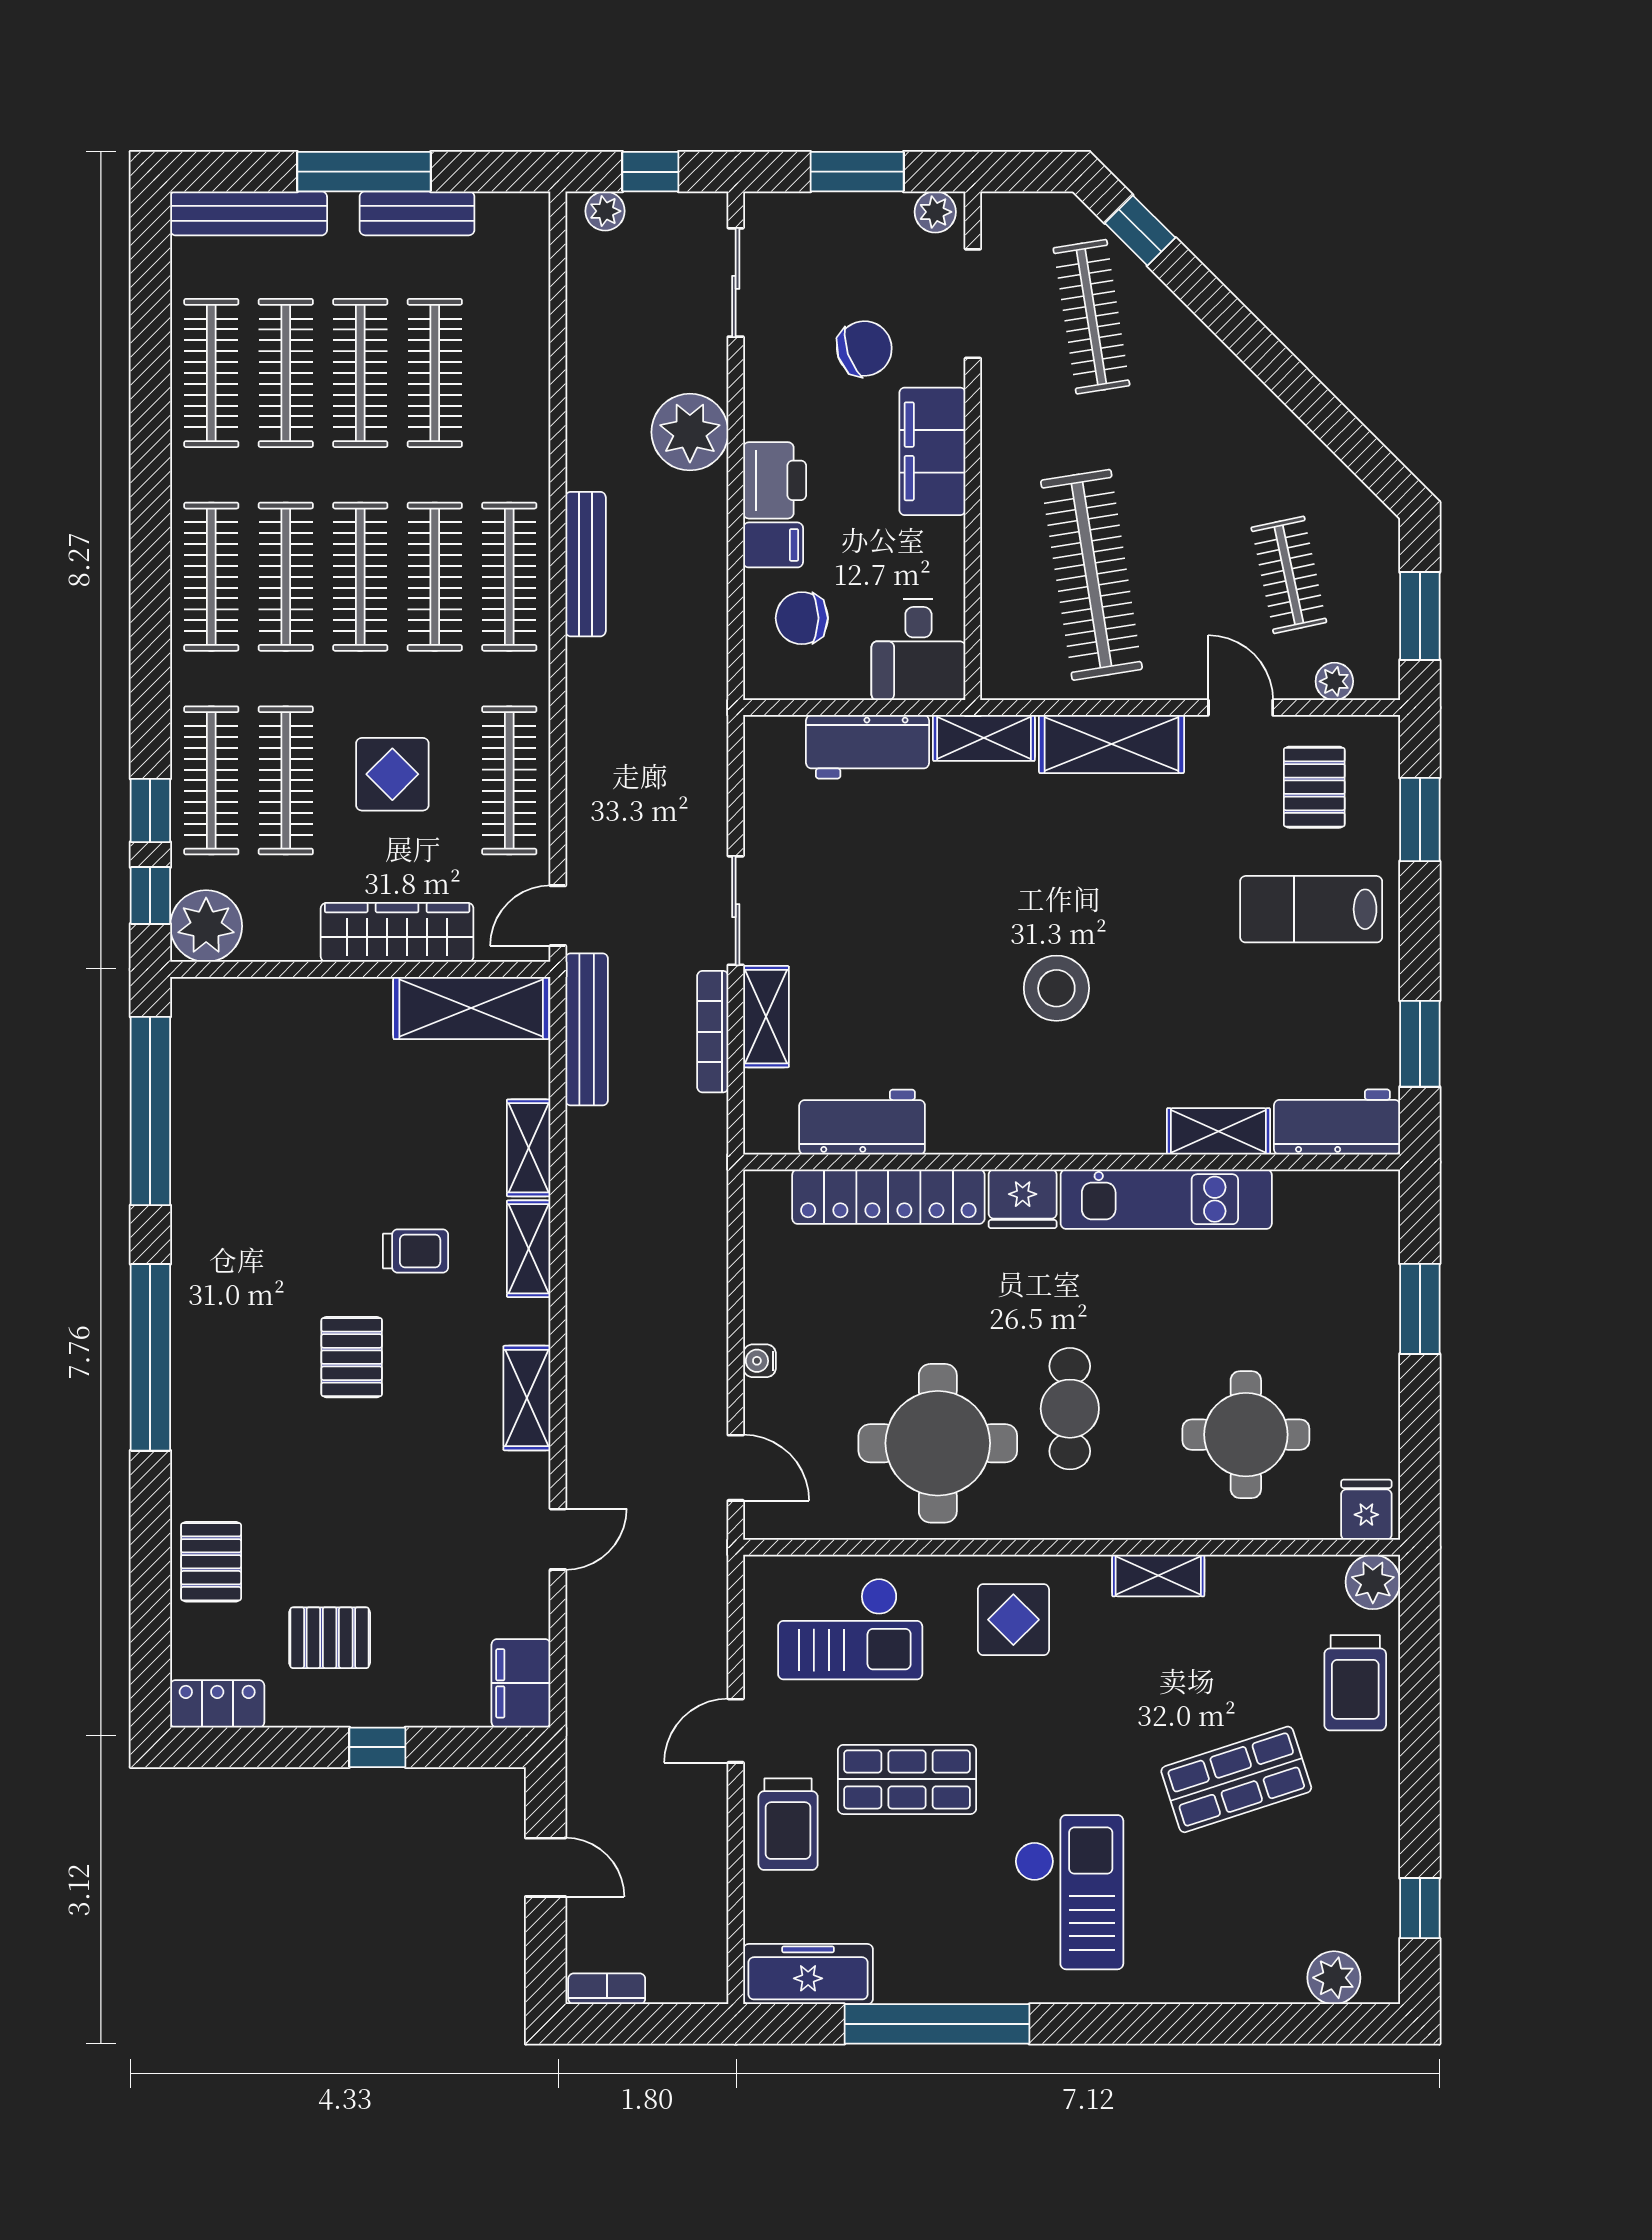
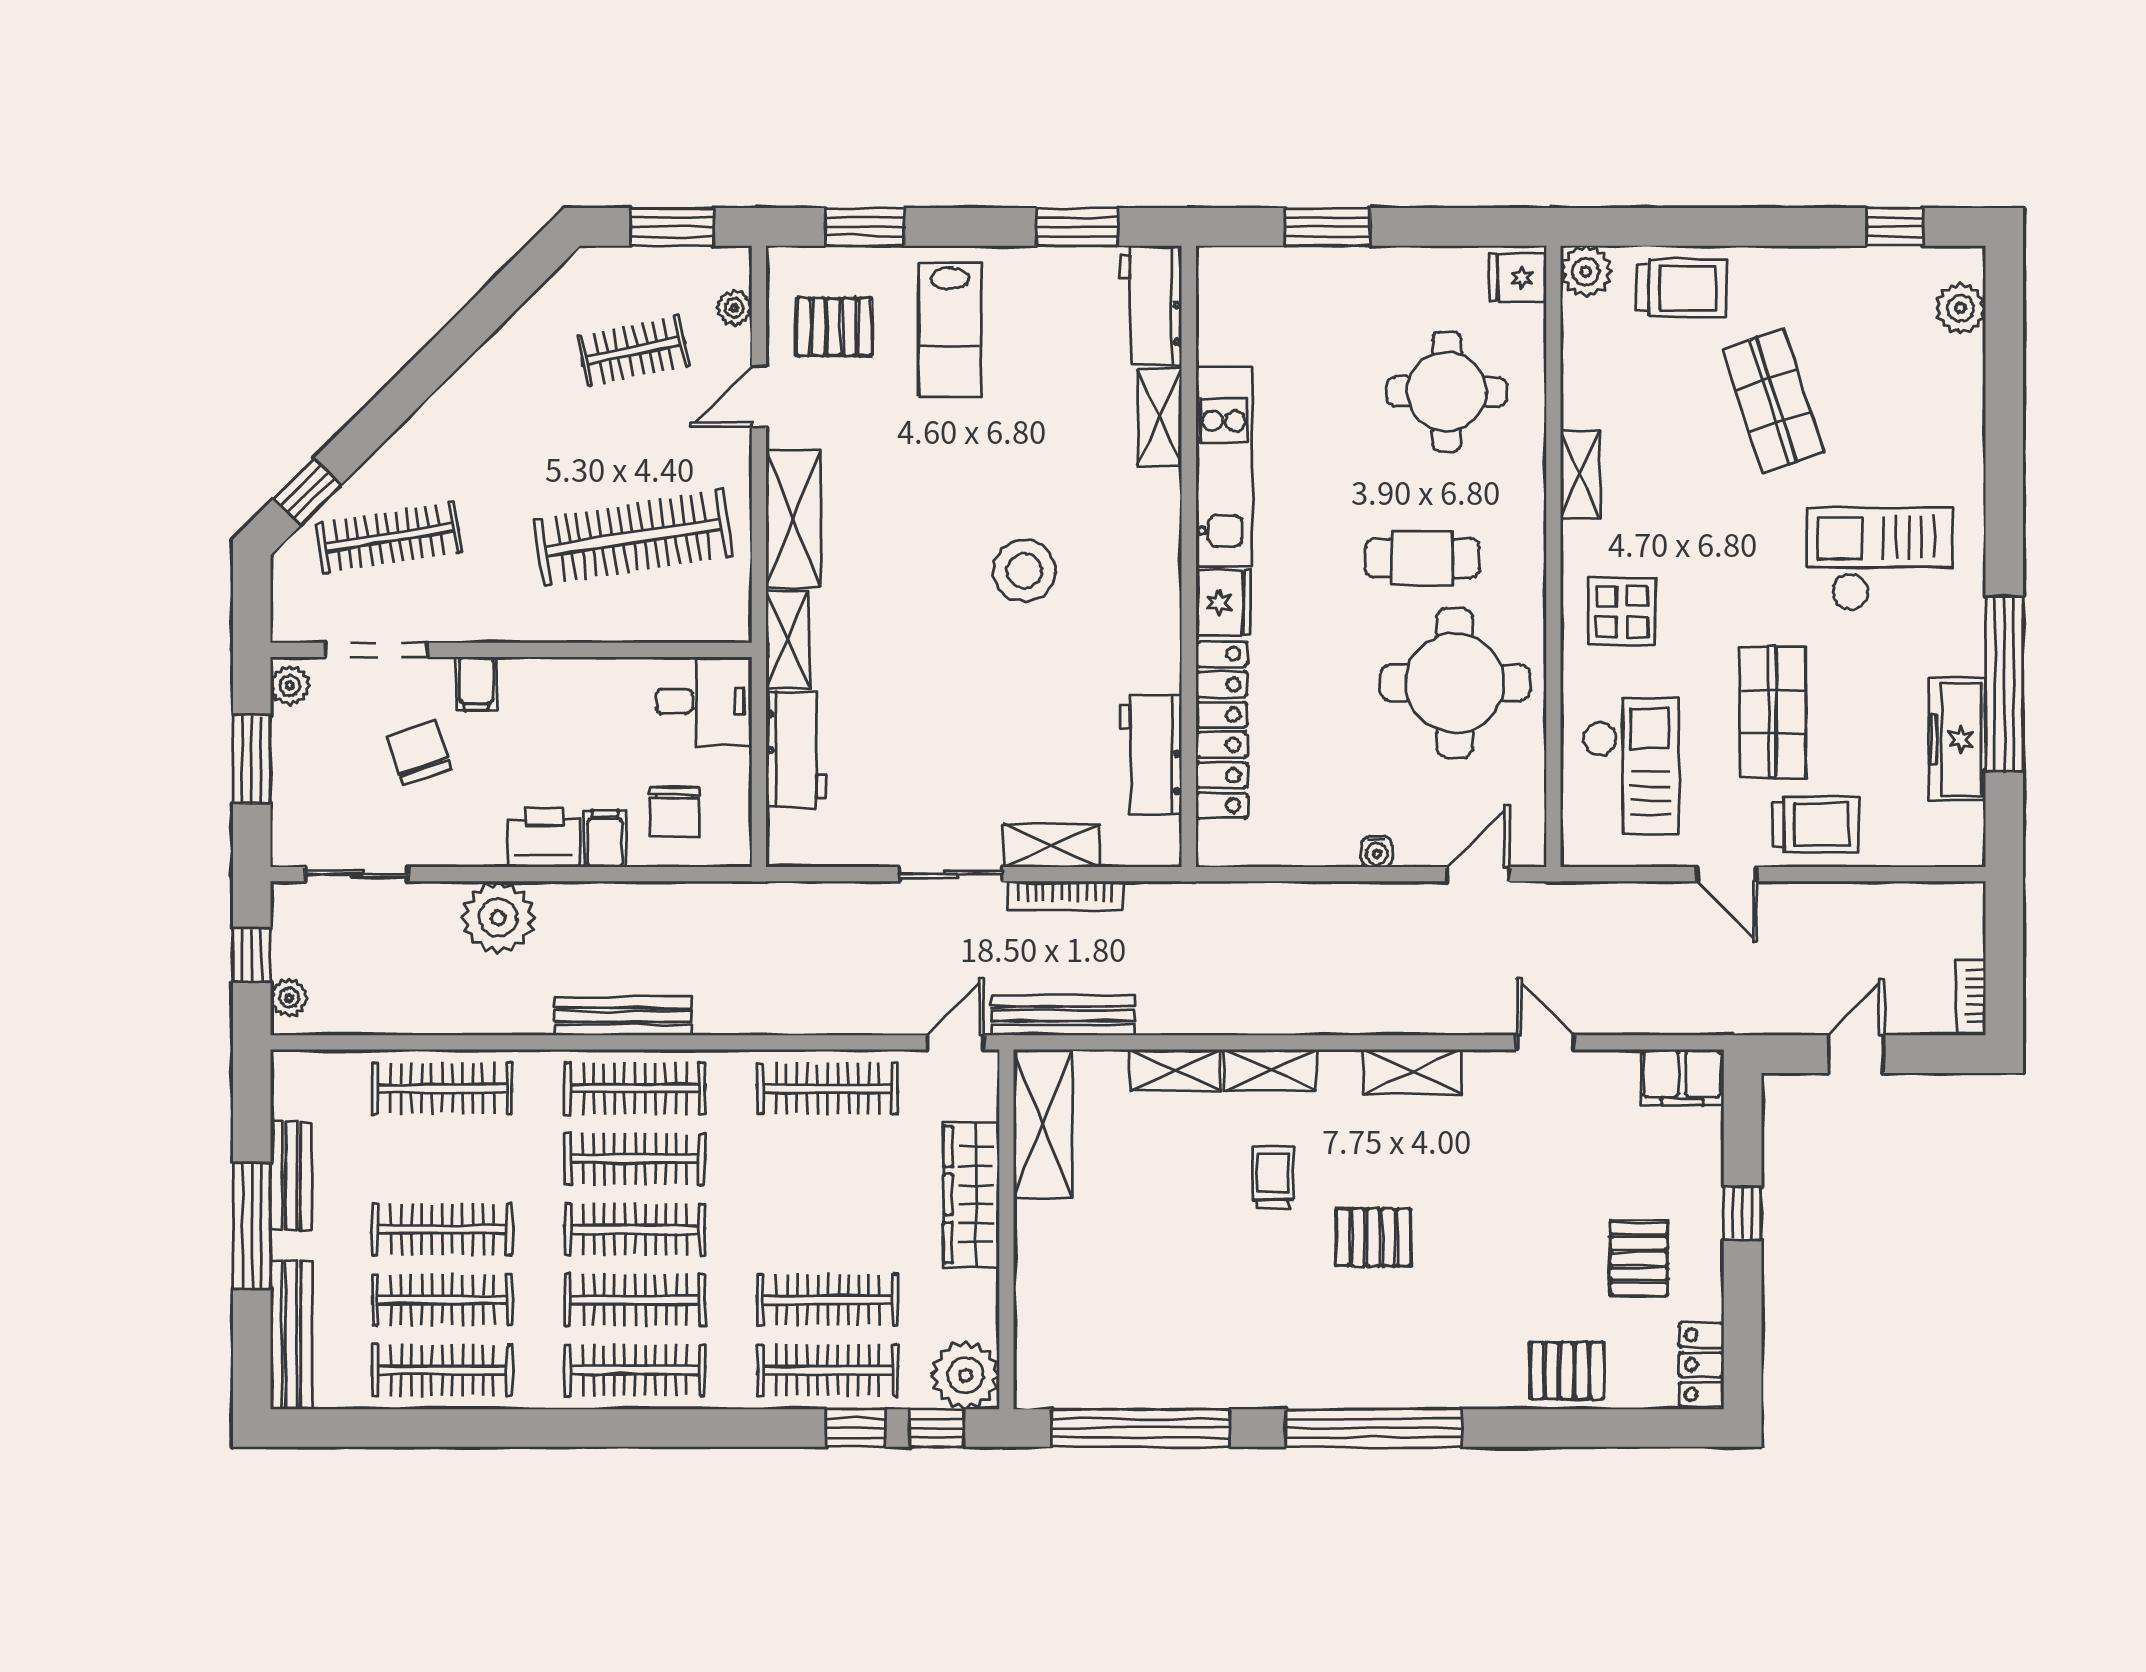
clothes rail: (435, 373) -> (442, 1088), moved
filing cabinet: (932, 451) -> (476, 684), width x0.33, depth x0.86
display table: (392, 774) -> (822, 1199), removed
door: (558, 916) -> (956, 1042), swing flipped
freezer: (808, 1974) -> (1957, 739), moved

